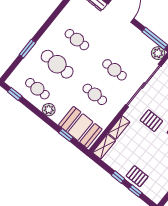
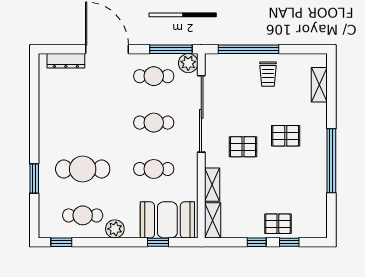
cafe table: (77, 40) -> (154, 76), moved

